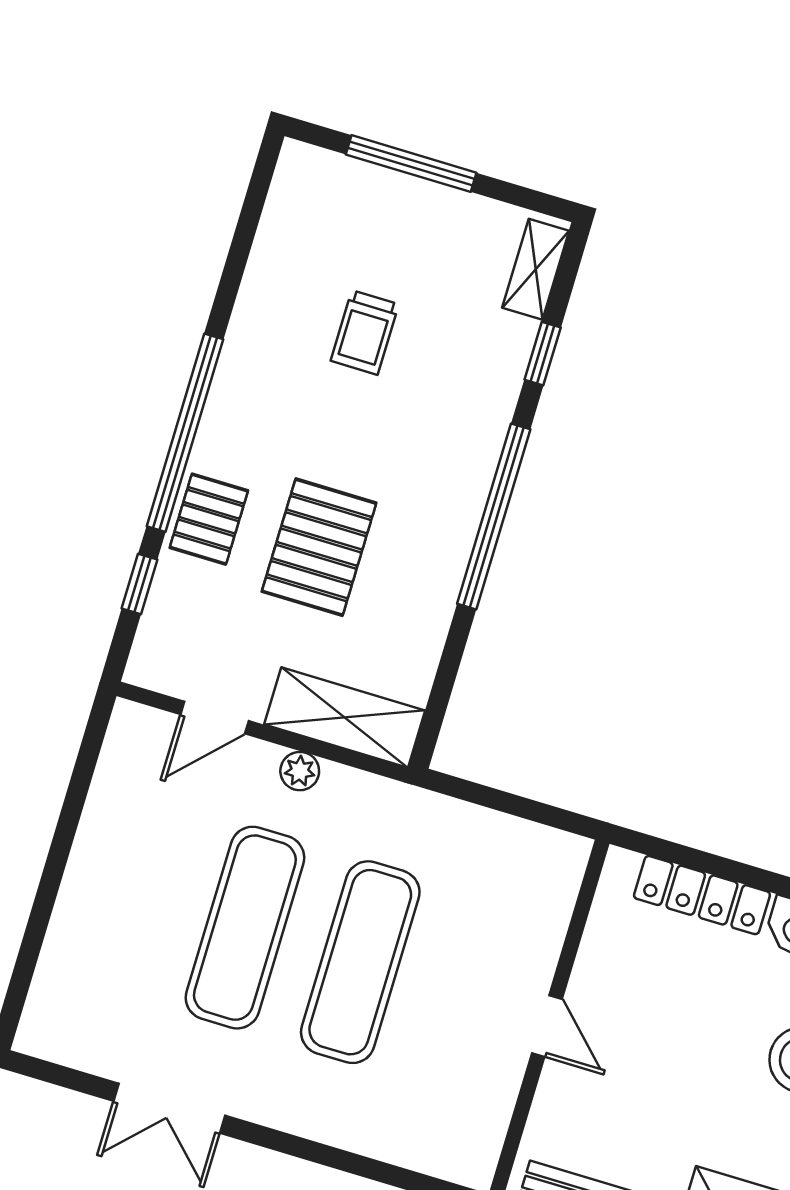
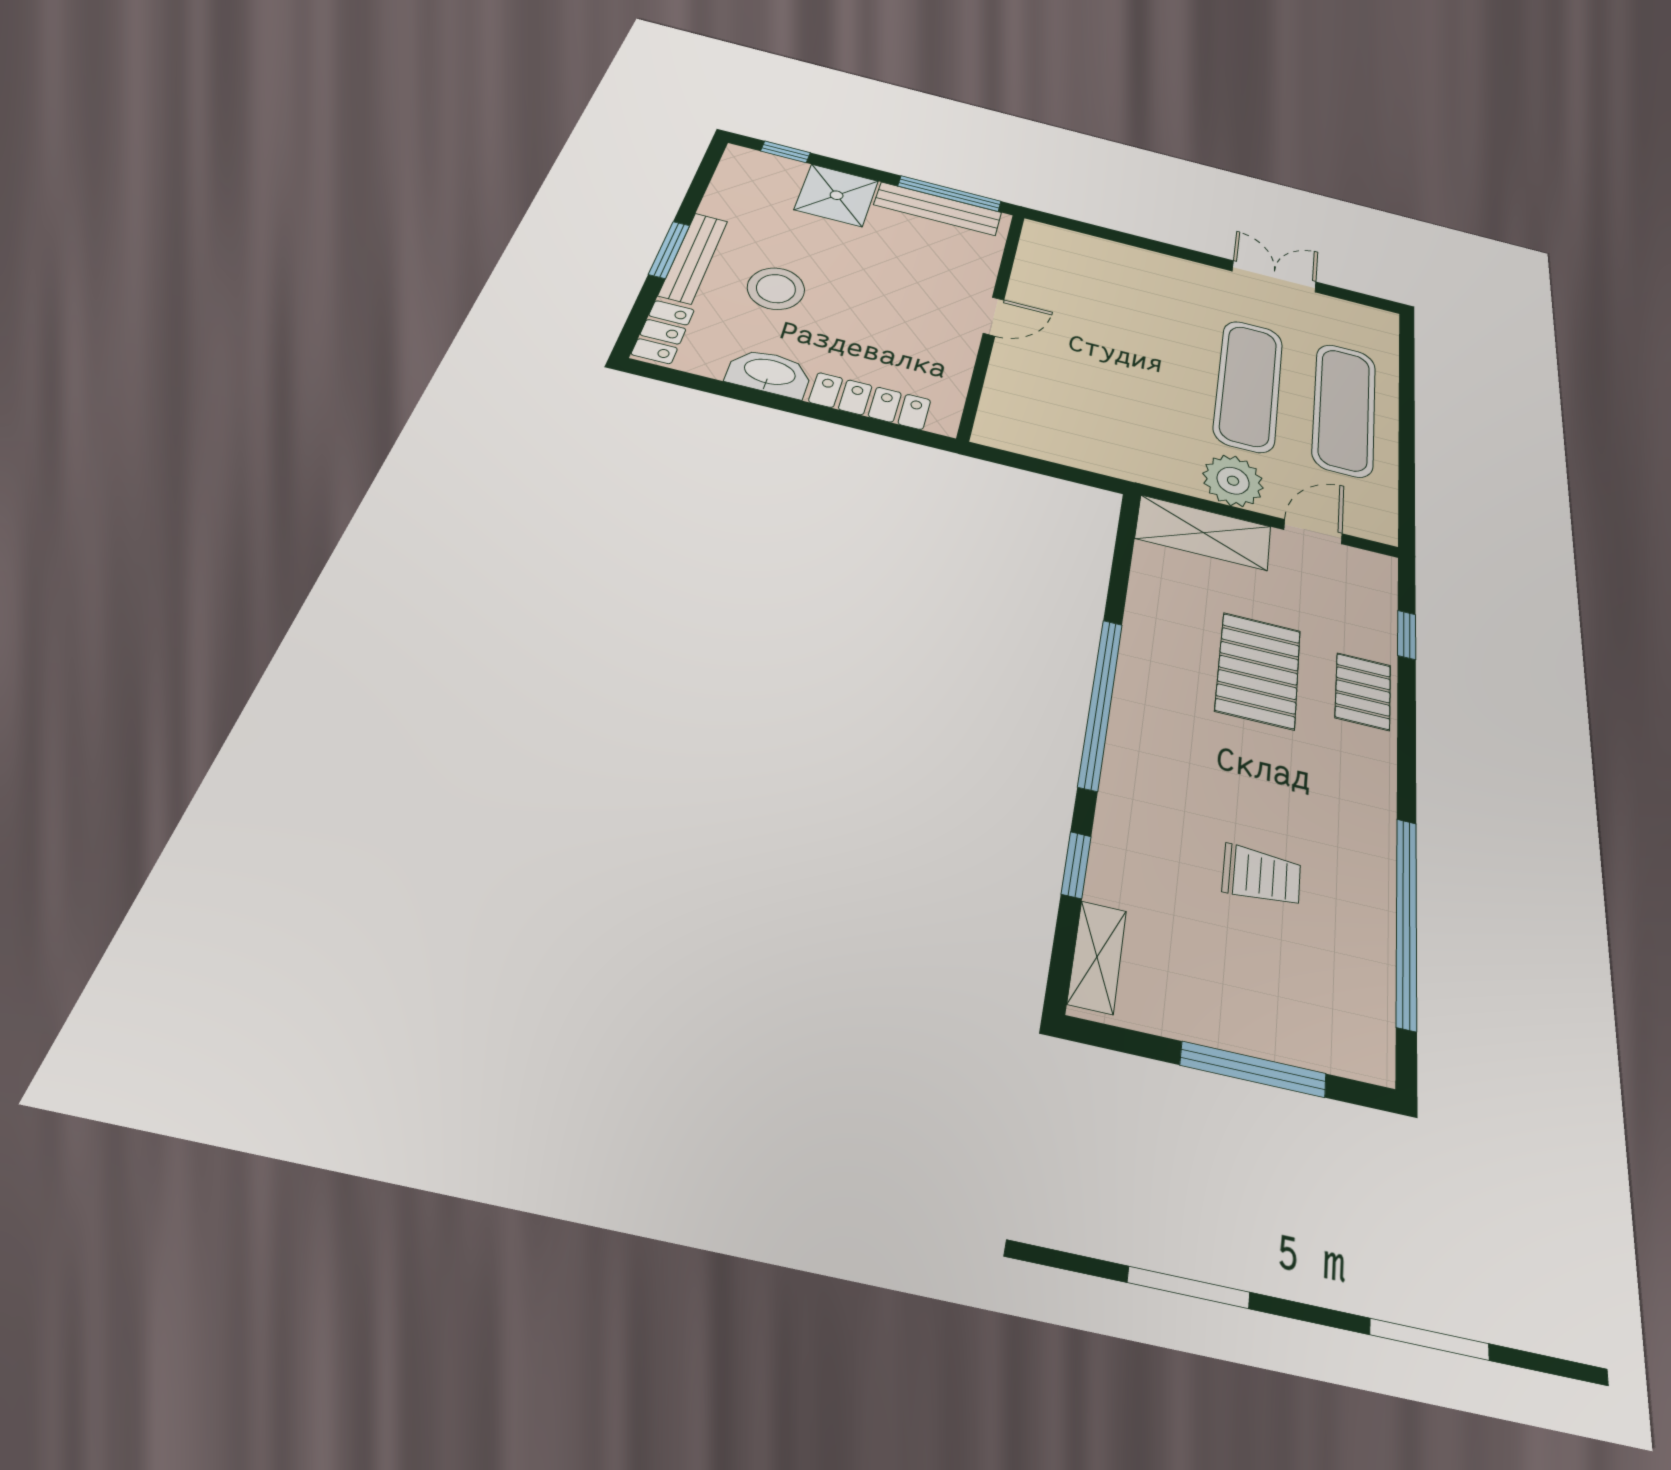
trolley: (365, 333) -> (1262, 876), turned 90
window: (185, 433) -> (1406, 921), moved
plant: (300, 771) -> (1233, 481), width x1.87, depth x1.87
exercise mat: (360, 962) -> (1344, 409), moved
door: (547, 1026) -> (994, 316), swing flipped

